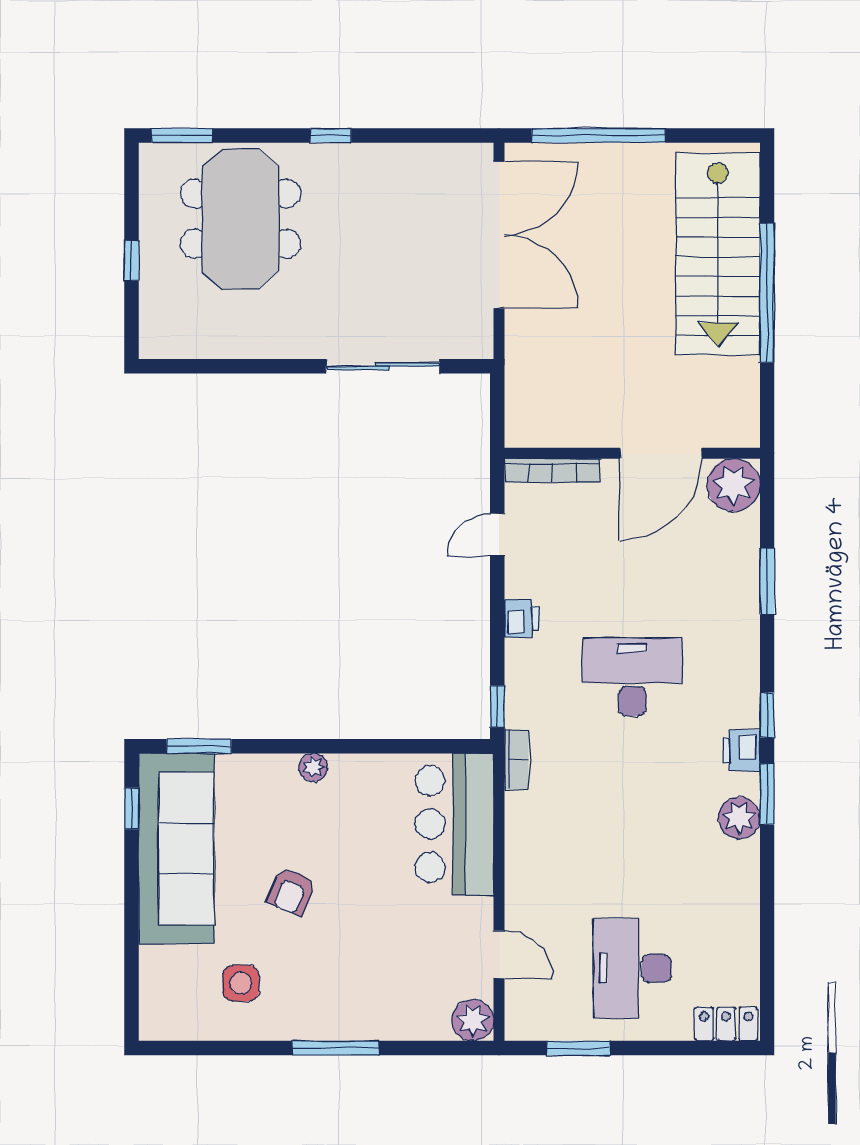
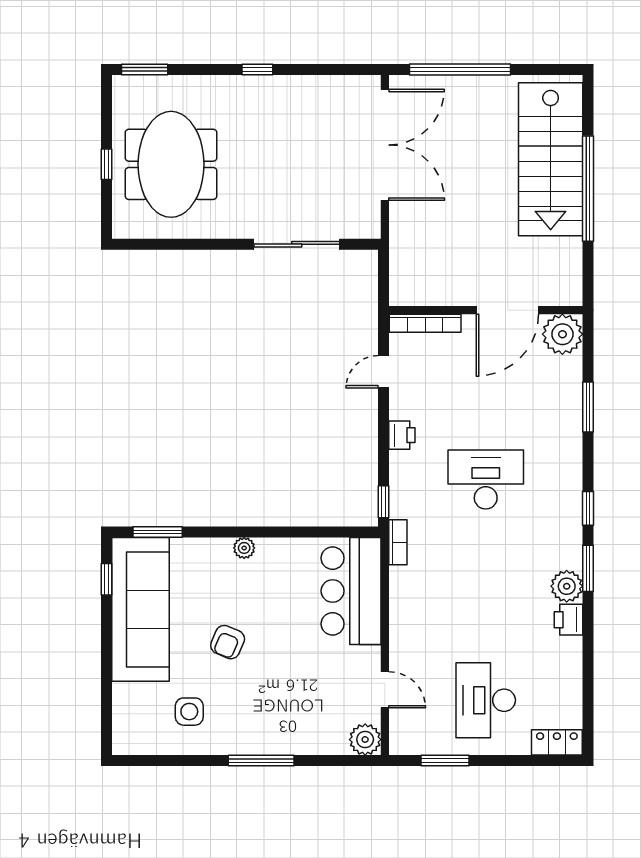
meeting table: (241, 219) -> (171, 164), moved
printer: (741, 750) -> (568, 620), moved

